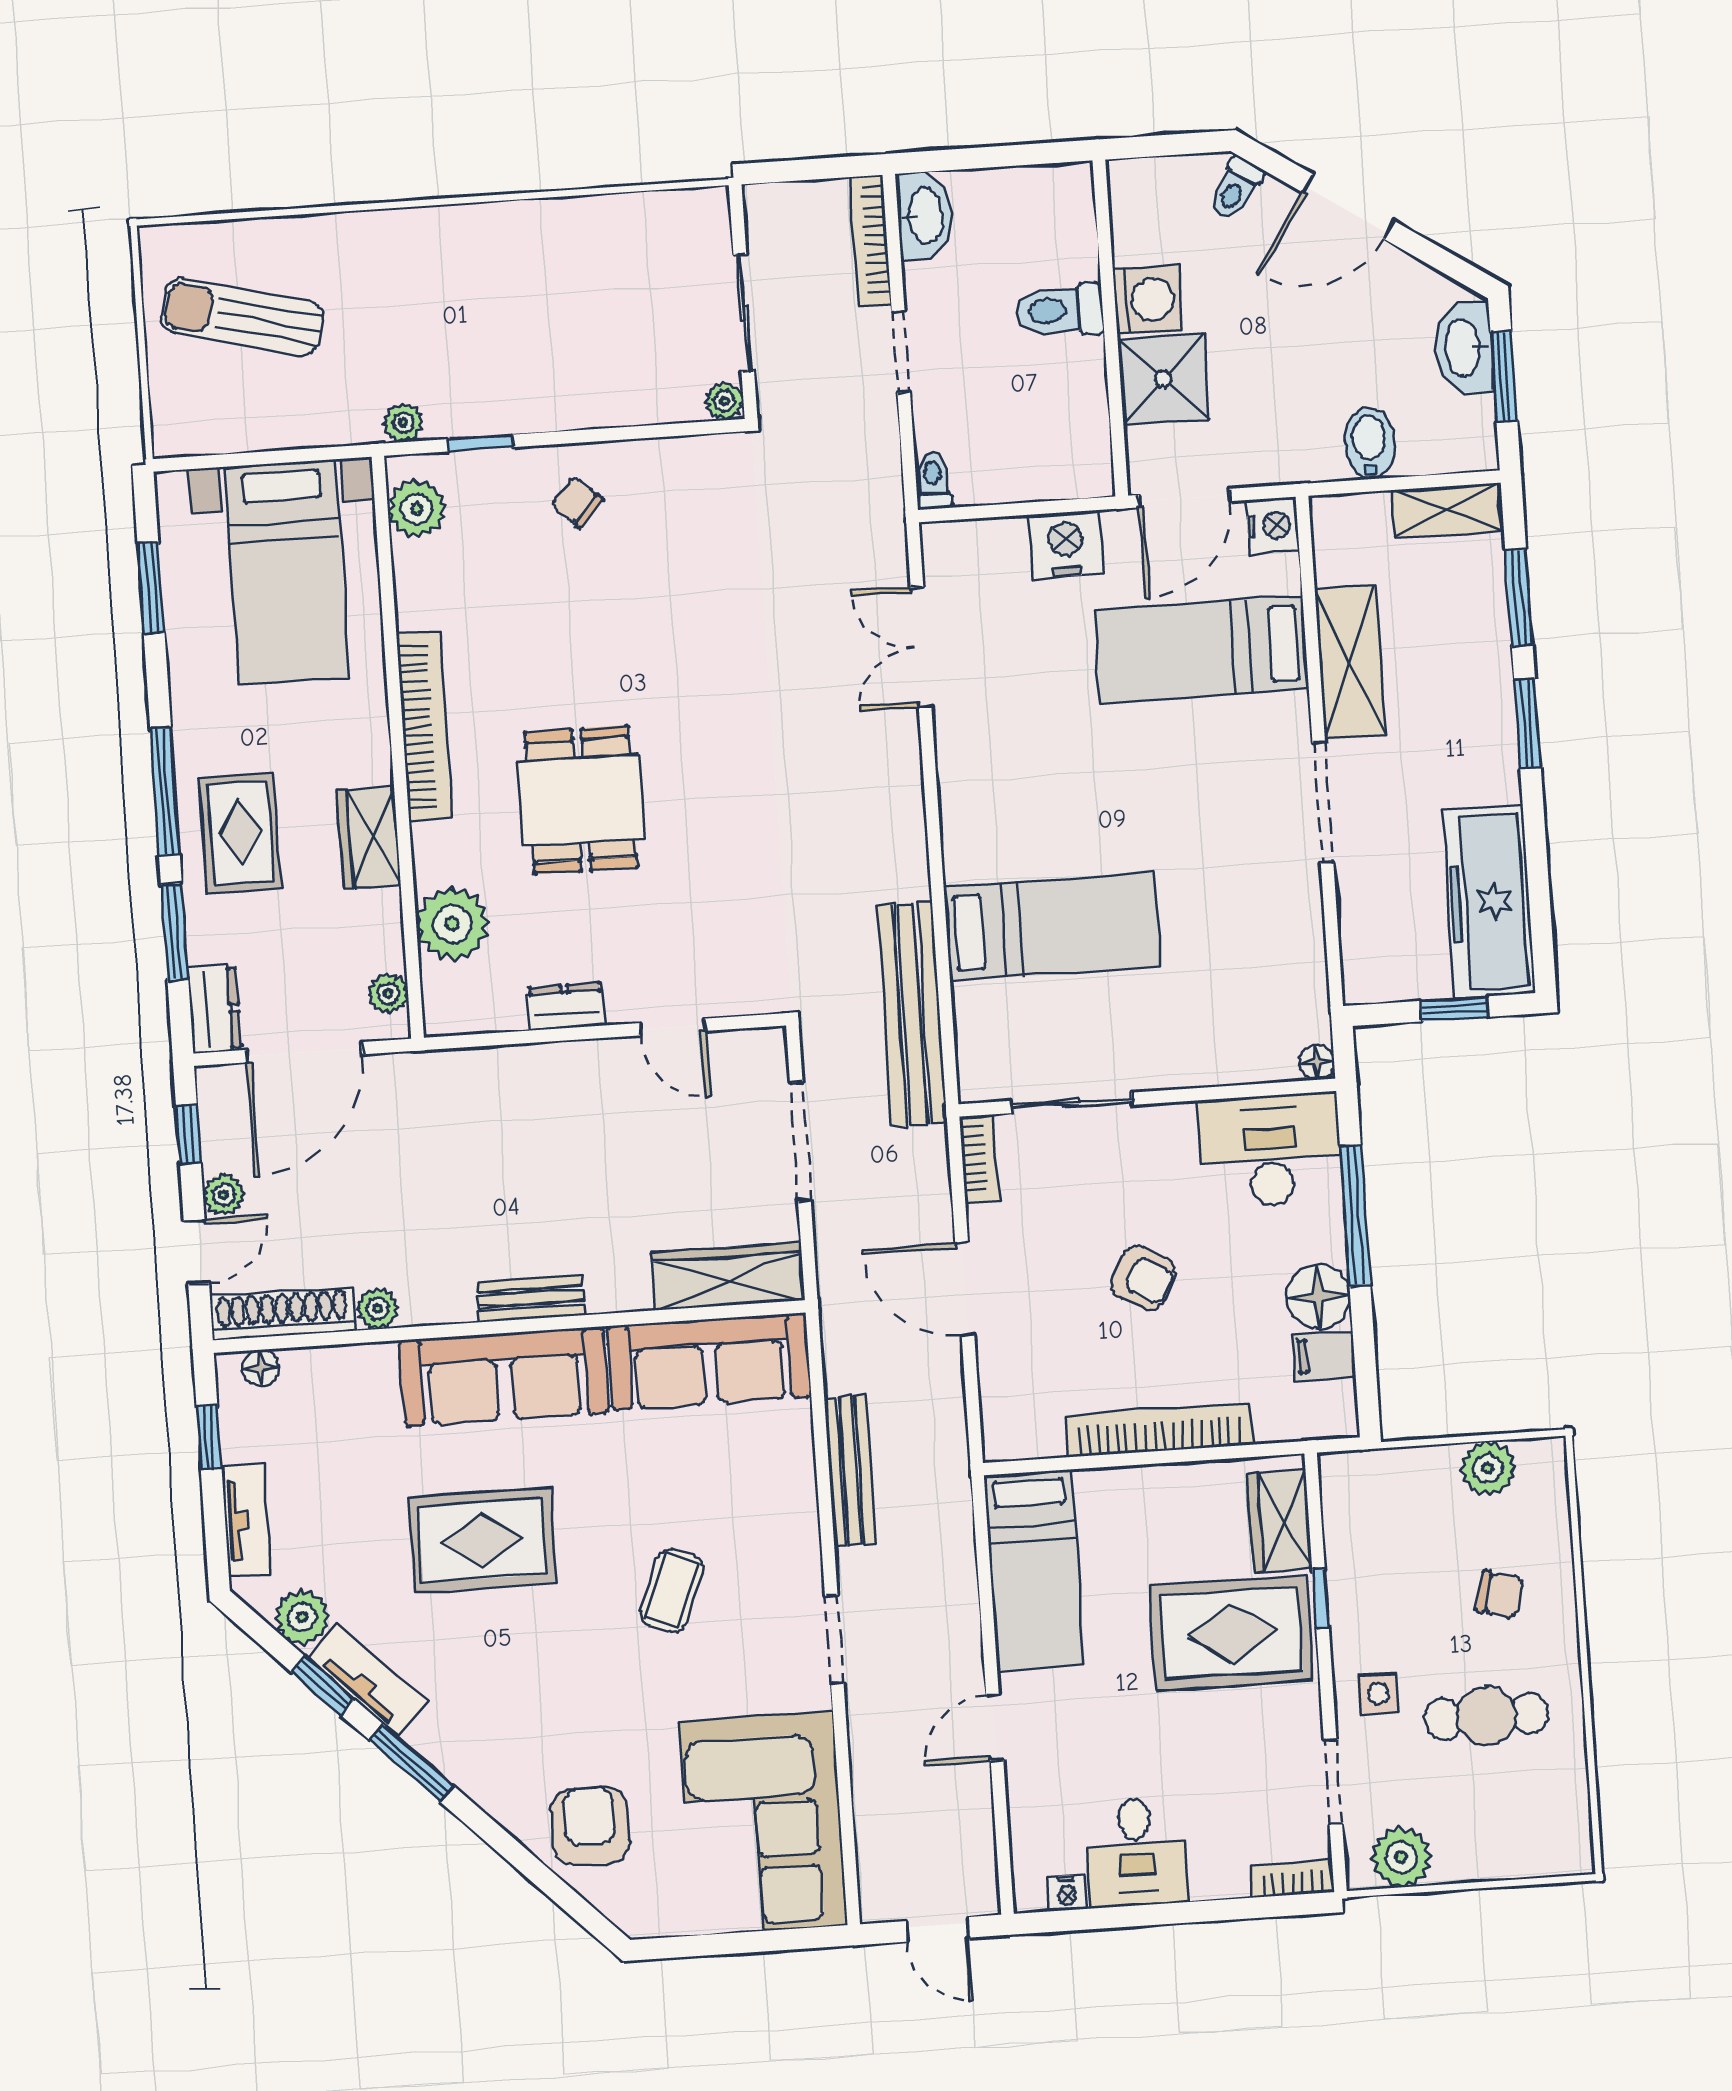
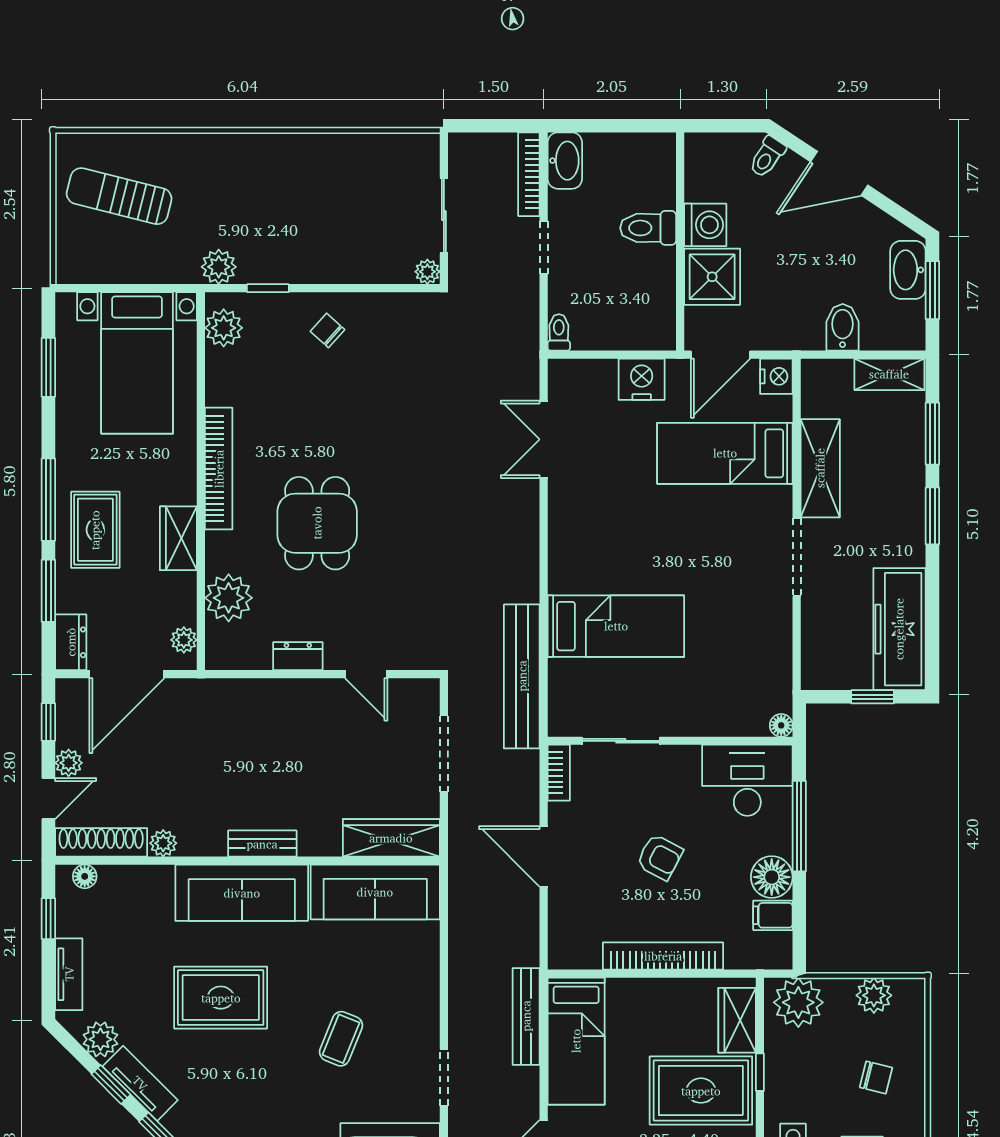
plant: (403, 423) -> (219, 267), width x1.38, depth x1.38
bench: (850, 1471) -> (526, 1016), moved
plant: (1372, 1487) -> (798, 1002), added

